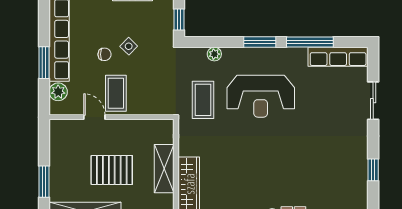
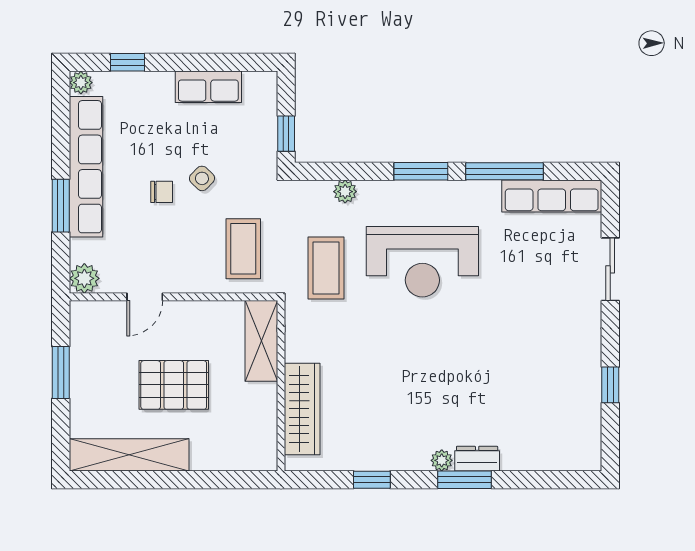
plant: (58, 92) -> (84, 278), moved
coffee table: (116, 93) -> (243, 249), moved
door: (94, 117) -> (145, 297), swing flipped
shelving: (164, 169) -> (261, 341), moved
window: (44, 182) -> (61, 372), moved

